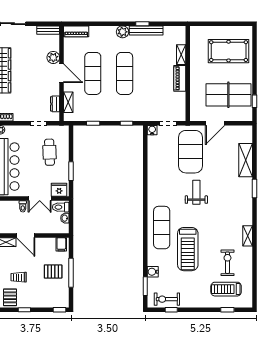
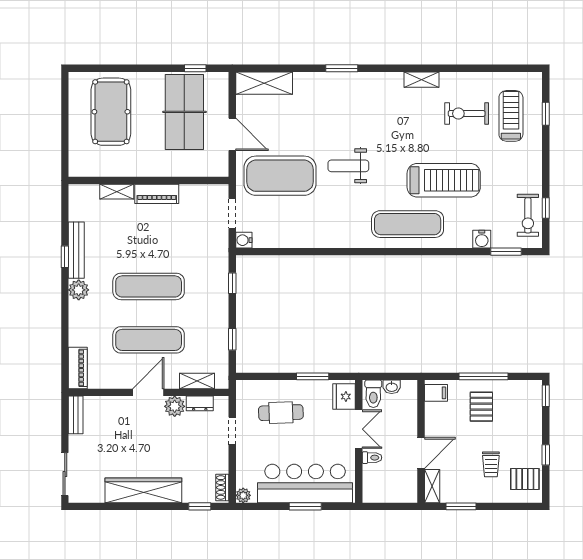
plant: (53, 57) -> (175, 406), moved
shelving: (246, 160) -> (264, 83), moved
treadmill: (226, 289) -> (511, 116), turned 180

